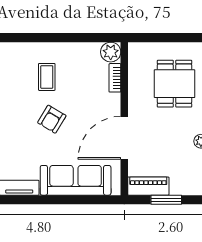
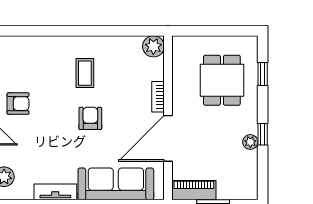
bookcase: (115, 78) -> (158, 97), moved
armchair: (52, 119) -> (90, 118), turned 149

